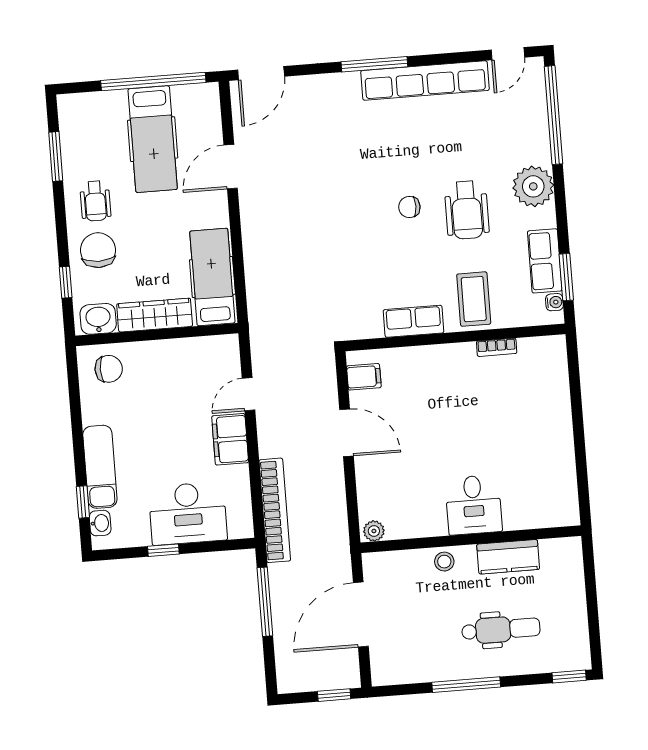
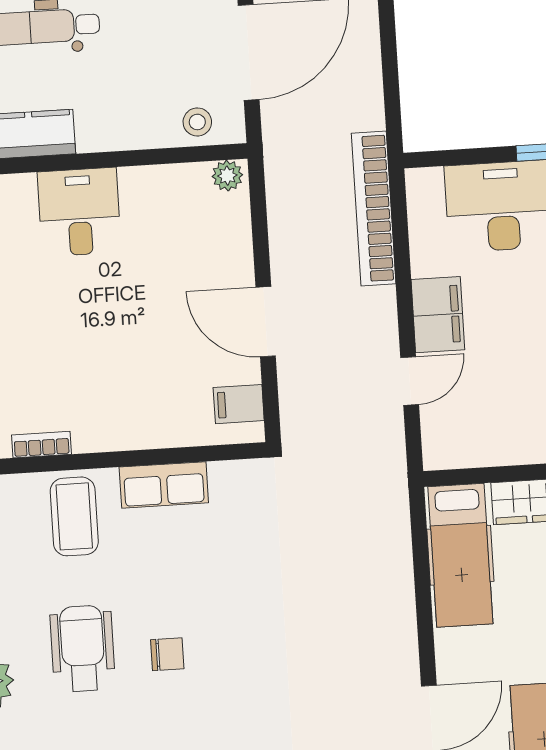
stool: (444, 562) -> (197, 122), moved
window: (265, 602) -> (390, 73), removed

